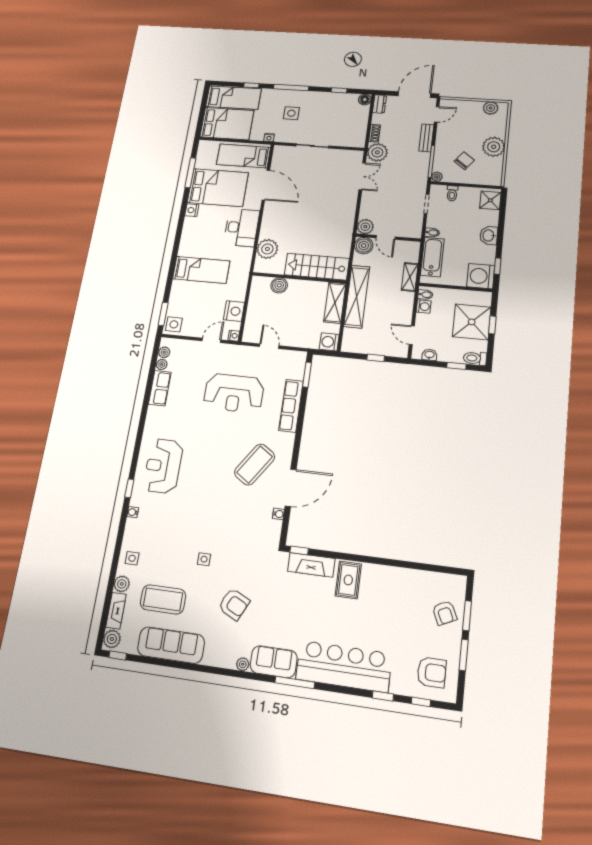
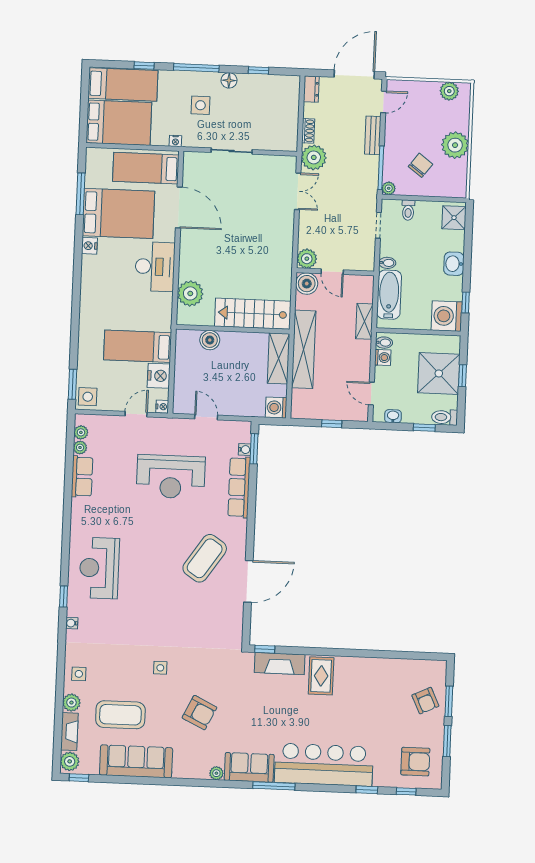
floor lamp: (365, 100) -> (229, 80), moved
bed: (201, 270) -> (138, 346), moved, turned 180
water cooler: (278, 514) -> (245, 450), moved

